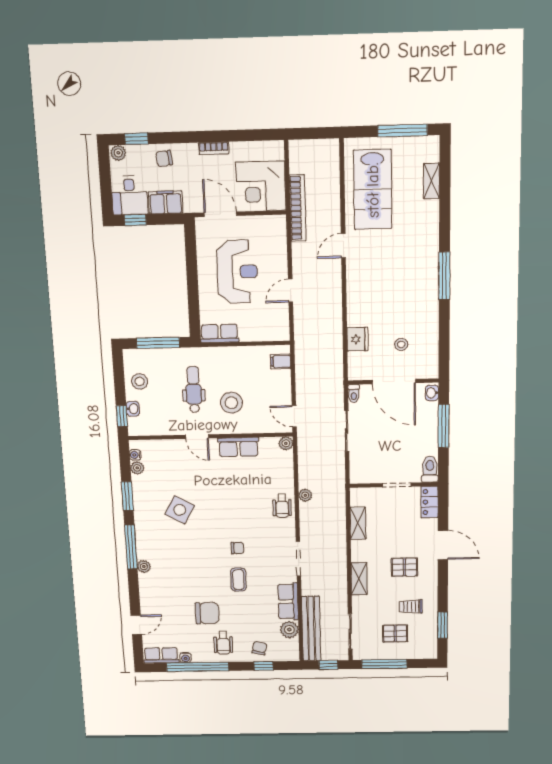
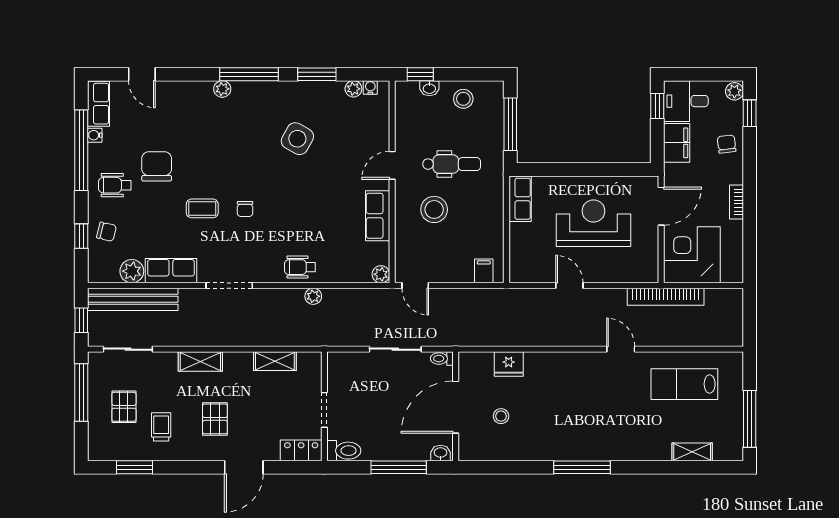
lab bench: (373, 190) -> (684, 384), width x0.73, depth x0.72
reception desk: (237, 272) -> (594, 223), turned 180
door: (294, 416) -> (415, 286), swing flipped
chair: (207, 613) -> (157, 166), turned 180

